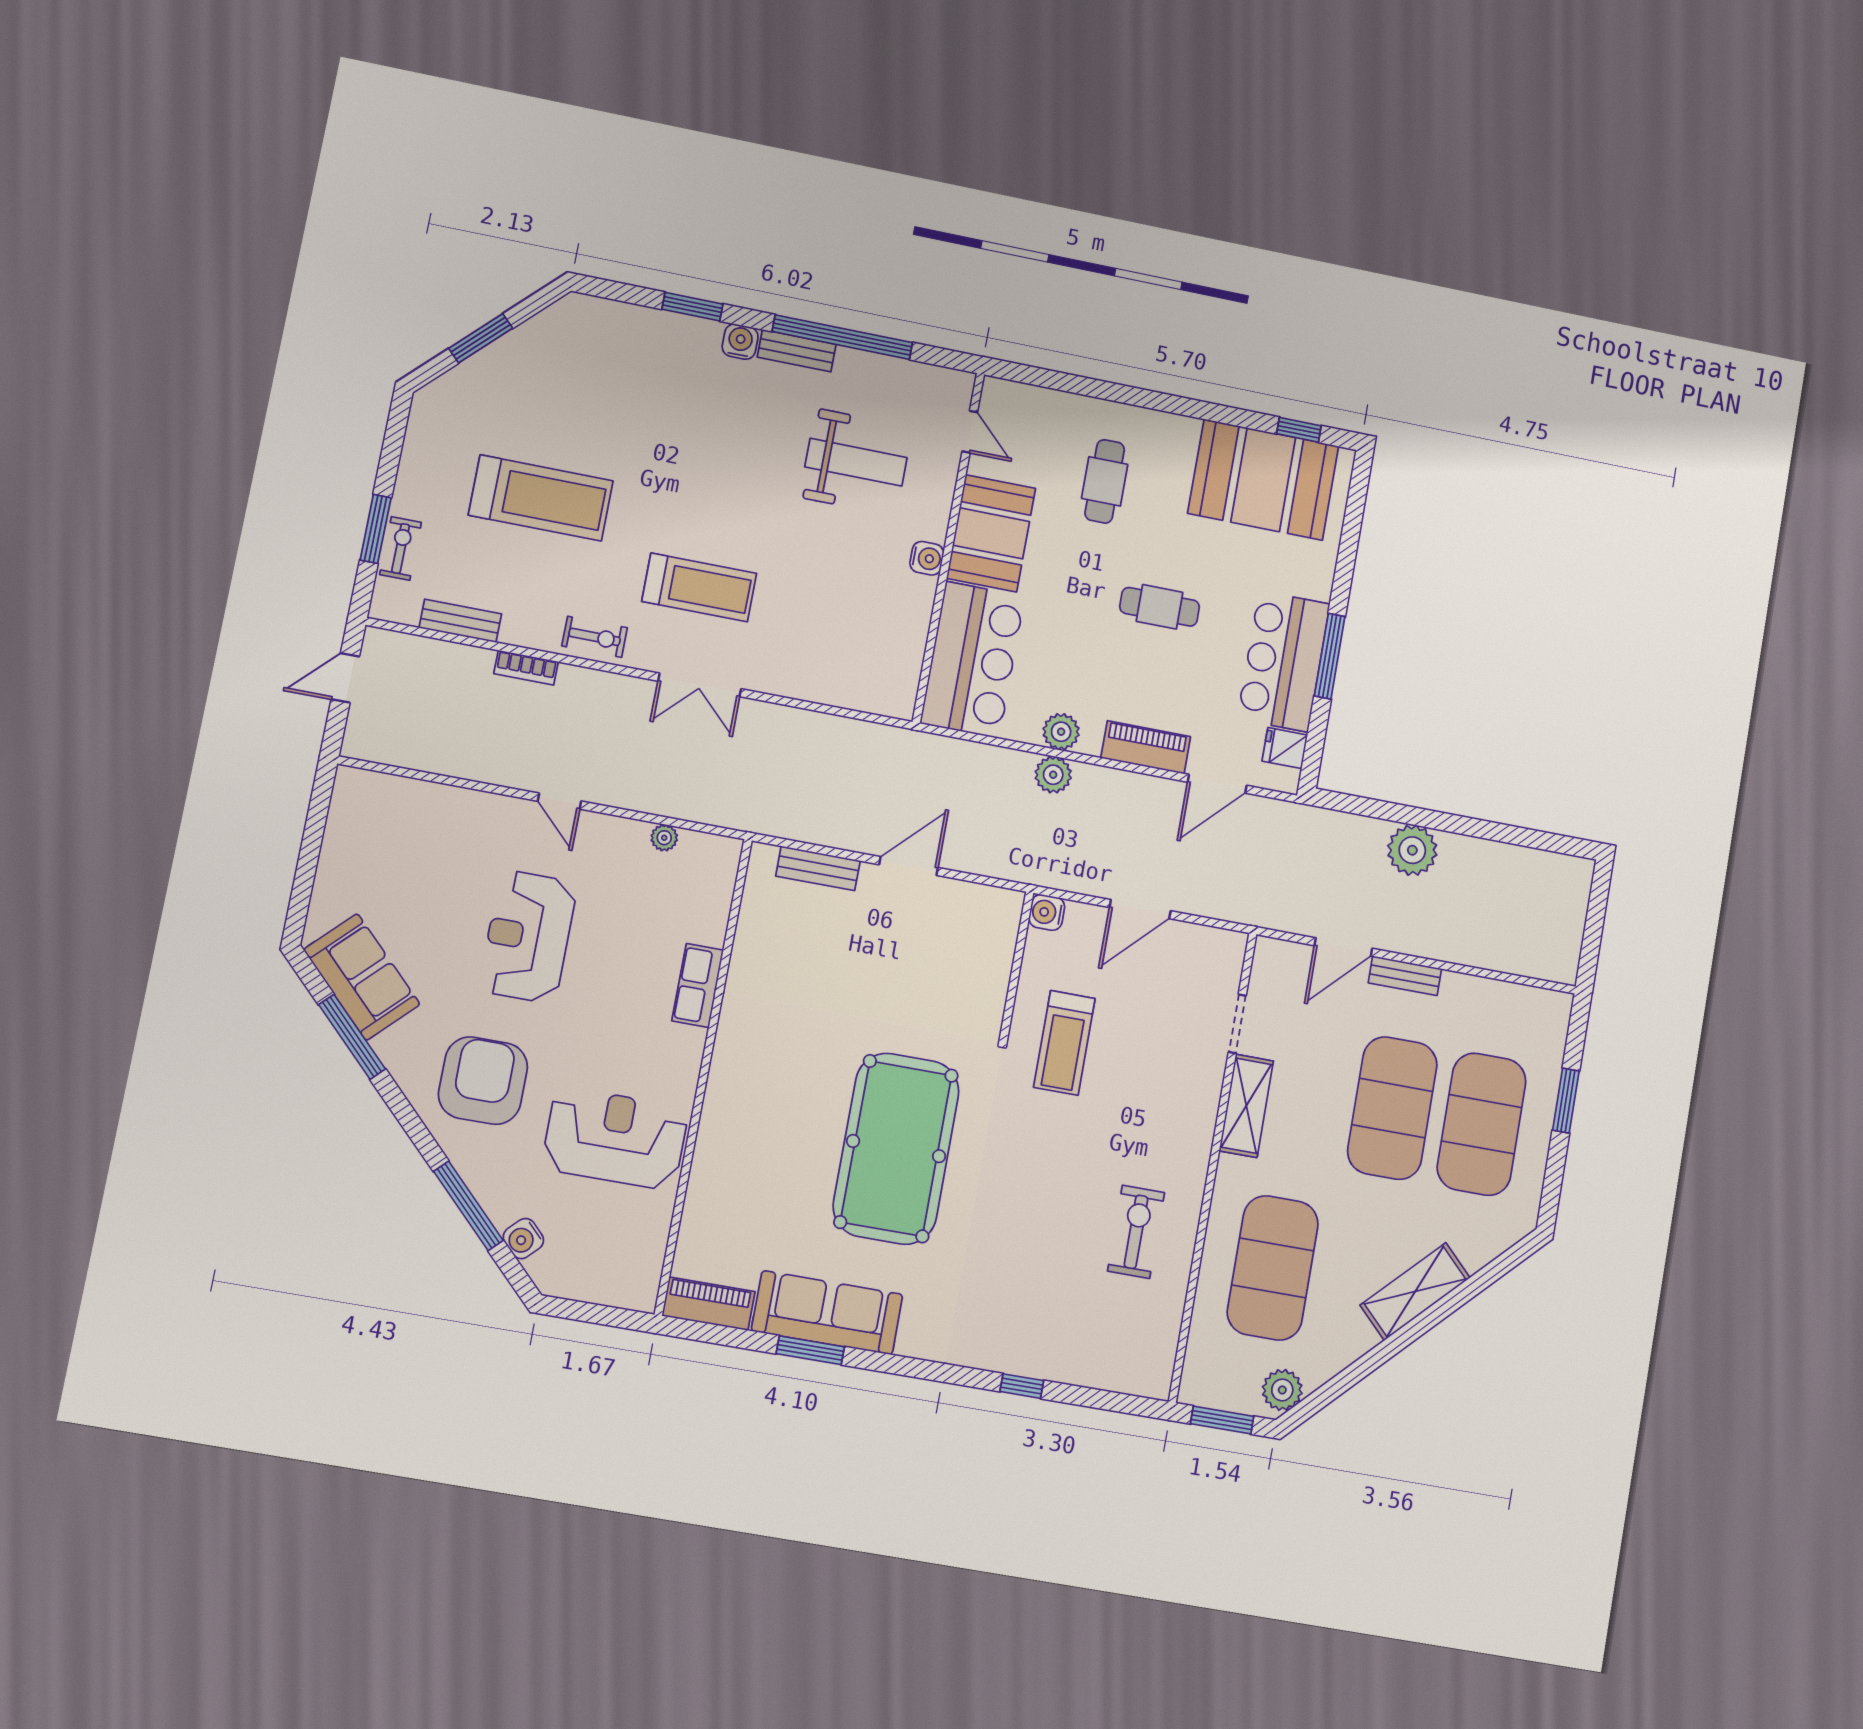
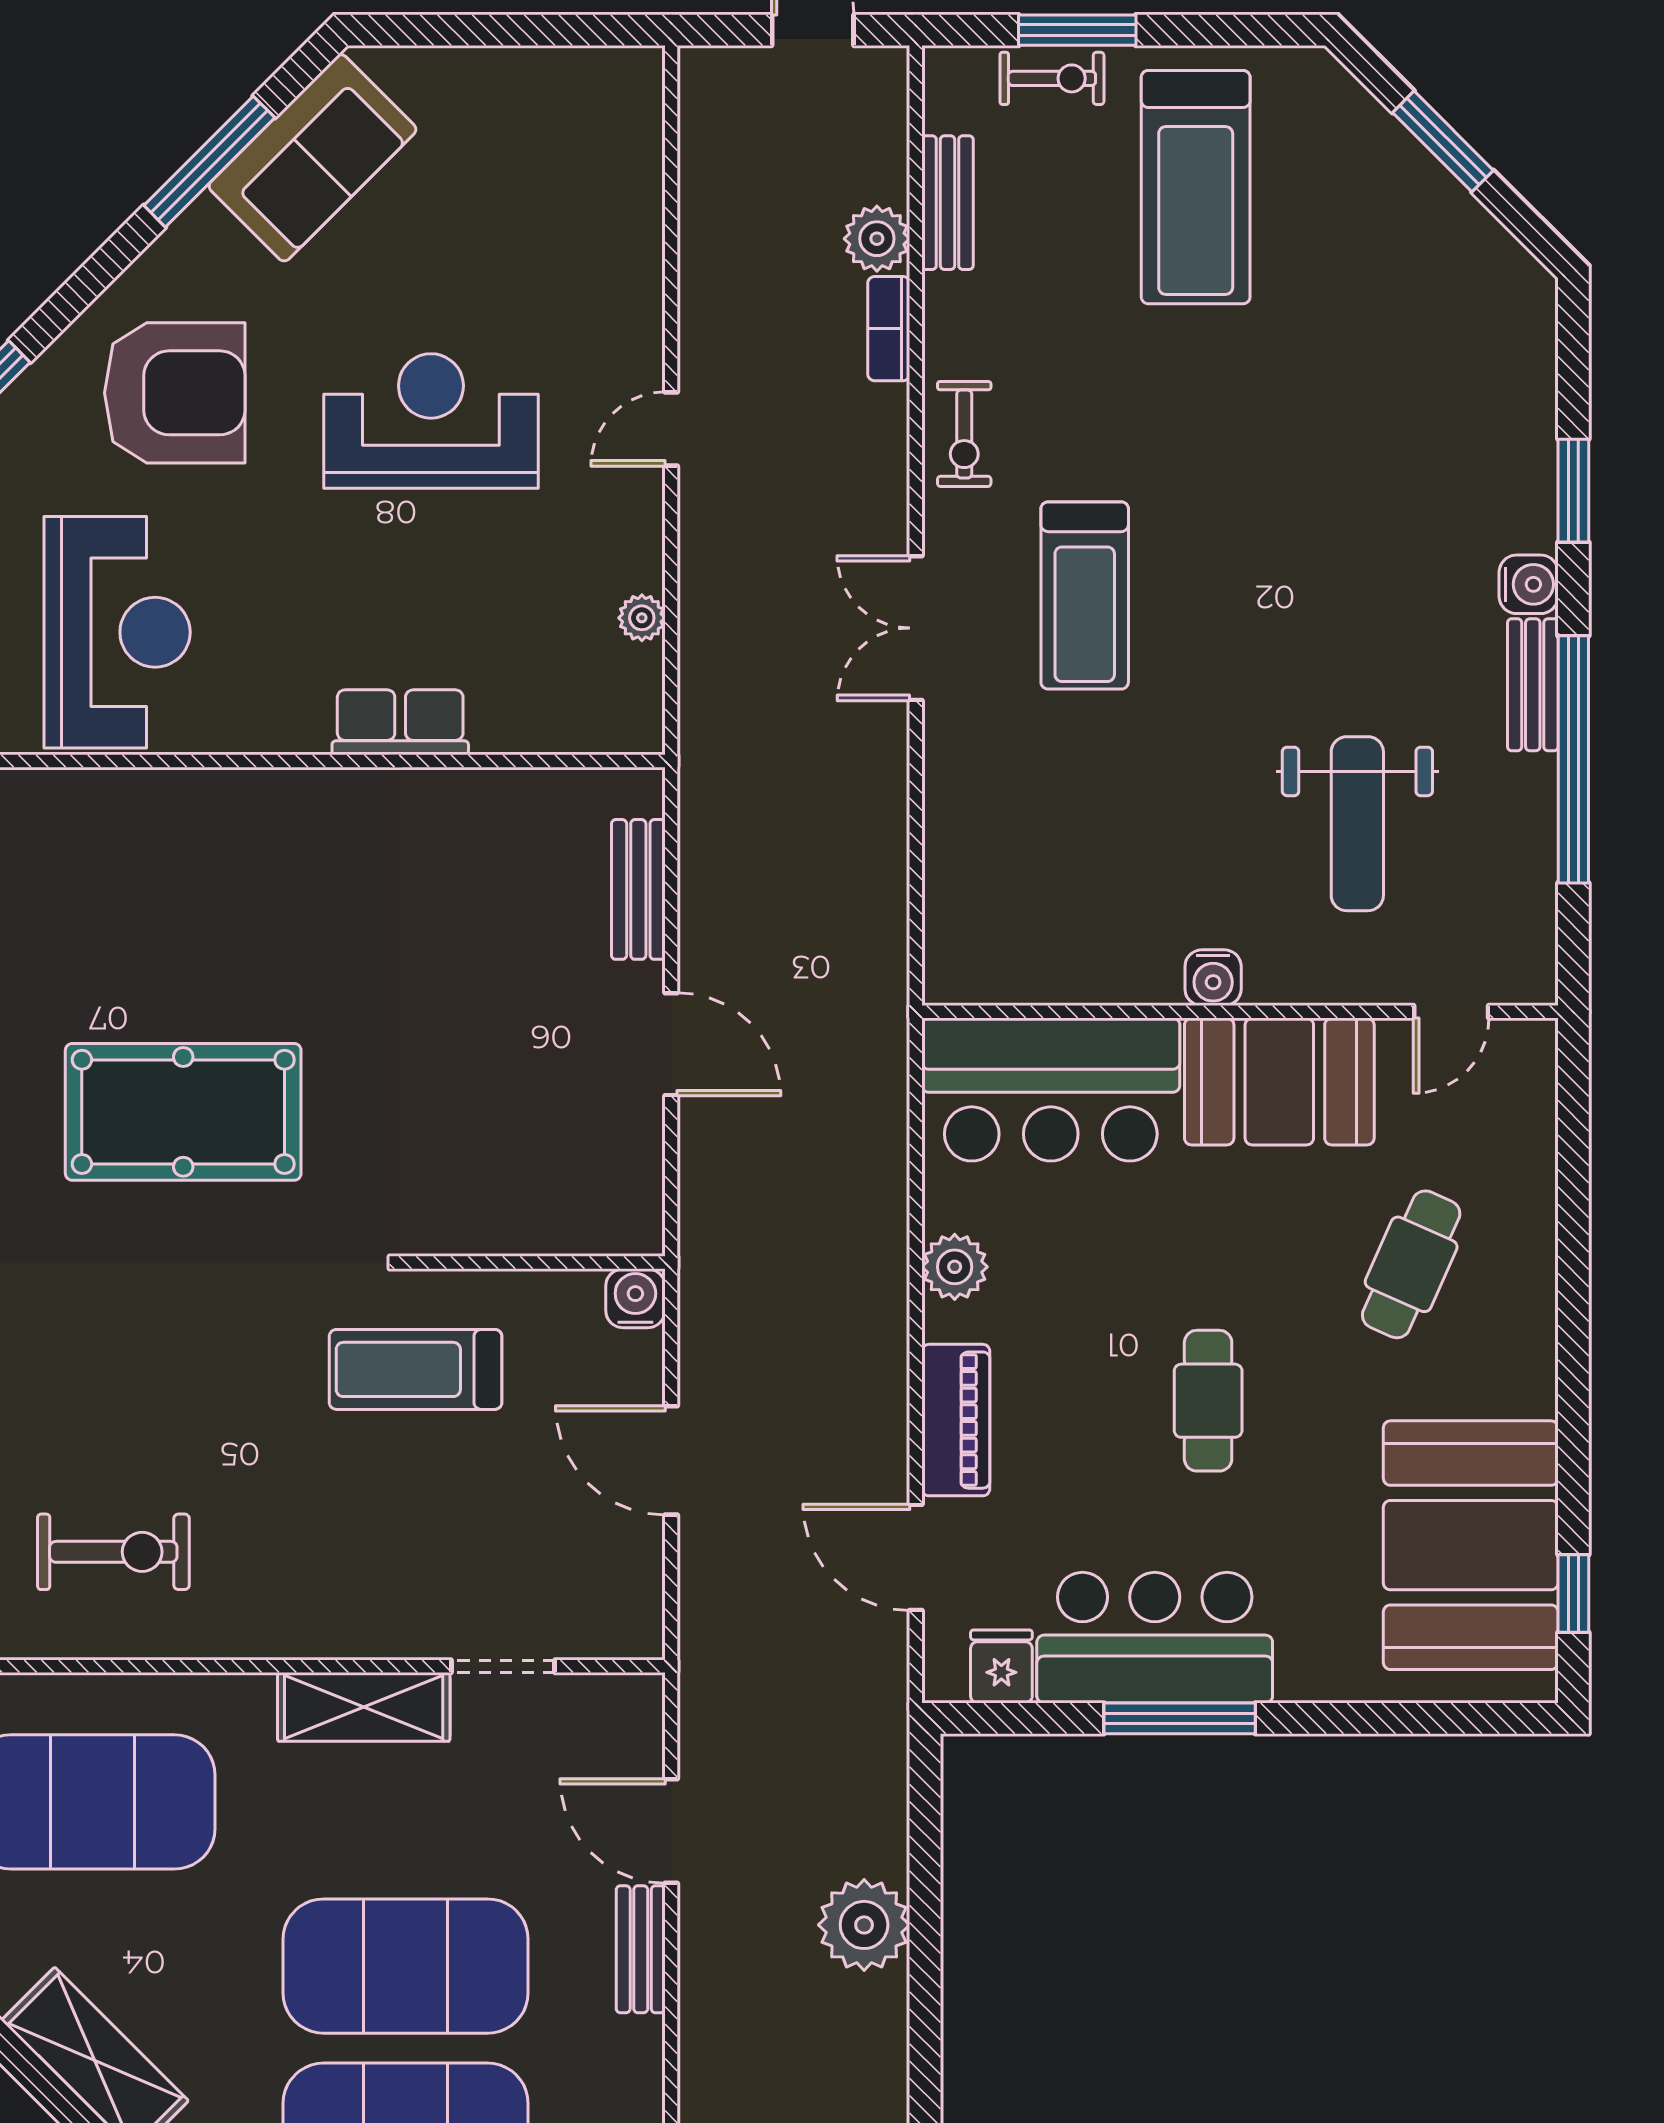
cafe table: (1105, 481) -> (1411, 1264), turned -66
treadmill: (541, 498) -> (1196, 187), moved
plant: (1053, 775) -> (877, 239), moved
pool table: (896, 1149) -> (183, 1112), width x0.73, depth x0.76

